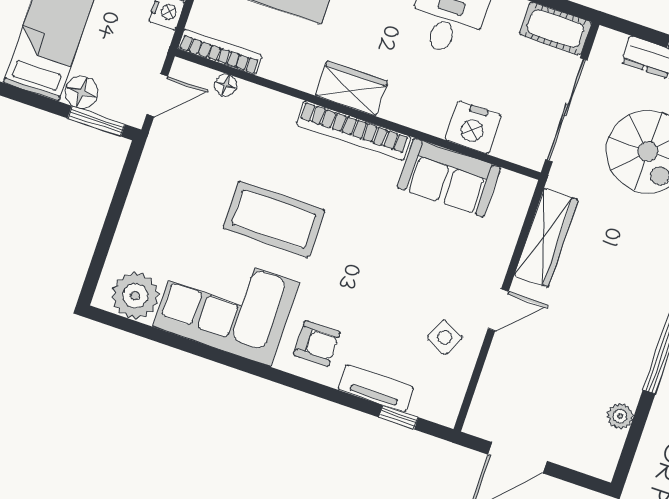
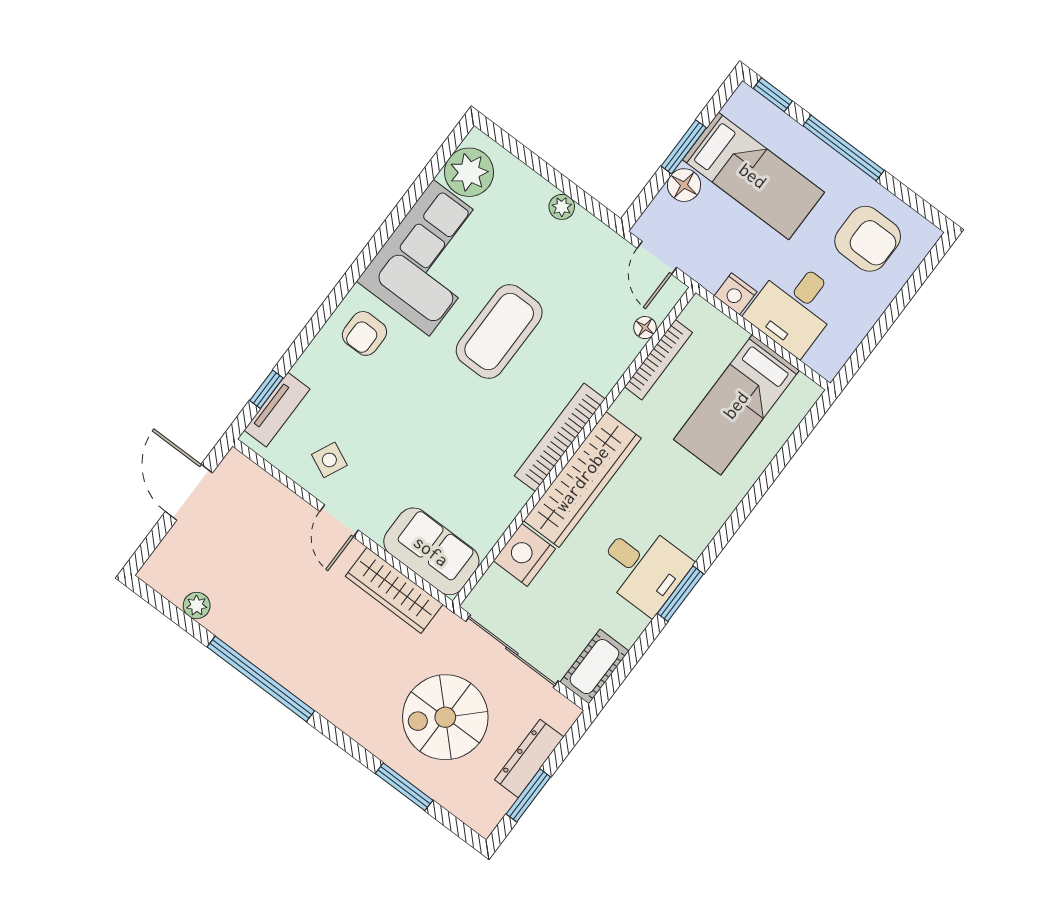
bookcase: (220, 52) -> (658, 360), moved
wardrobe: (351, 88) -> (582, 479), width x2.10, depth x1.17
window: (96, 121) -> (684, 147), moved
sofa: (449, 178) -> (431, 551), moved, turned 90
plant: (139, 199) -> (562, 207), added
tv unit: (376, 388) -> (277, 410), moved

